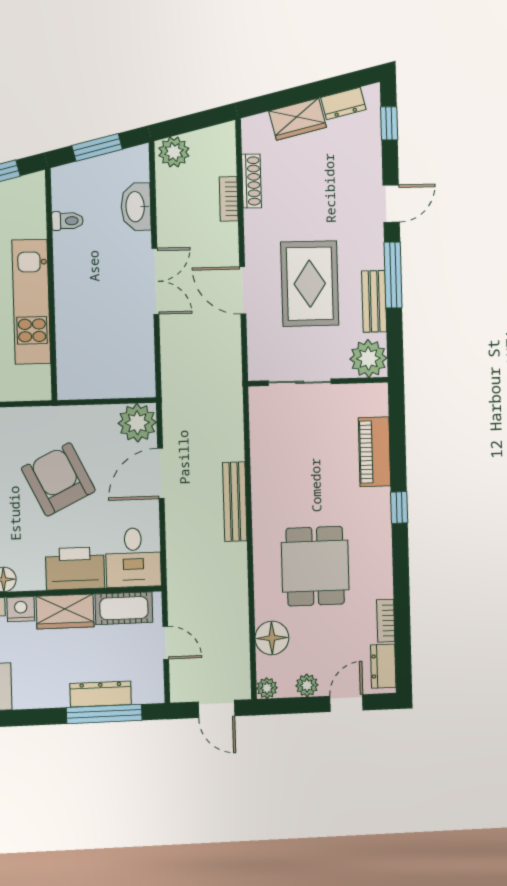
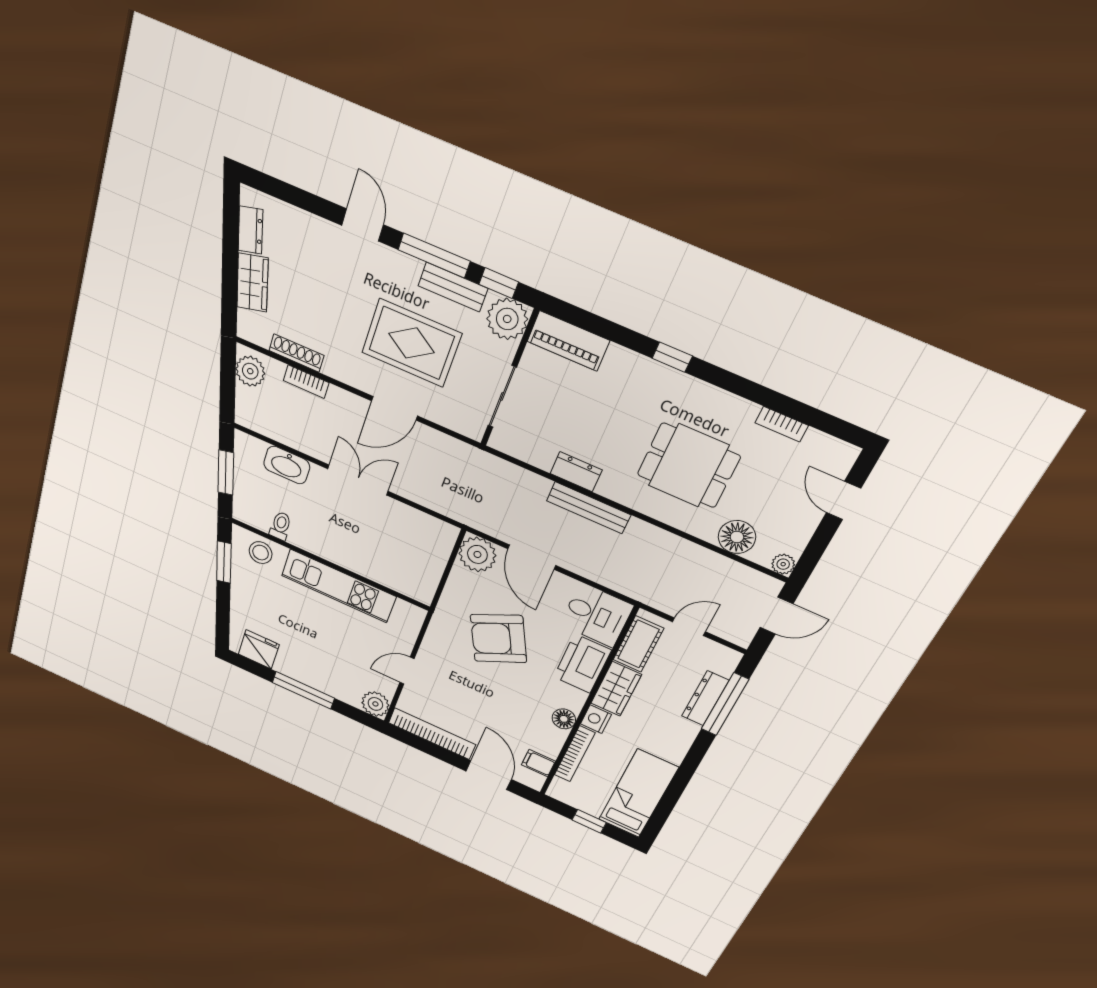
window: (389, 123) -> (499, 283), moved
plant: (174, 152) -> (250, 371), moved
stool: (26, 210) -> (261, 553), added
piano: (374, 452) -> (568, 341), moved
dresser: (383, 666) -> (576, 472), moved, turned 180
plant: (307, 685) -> (803, 528), removed

